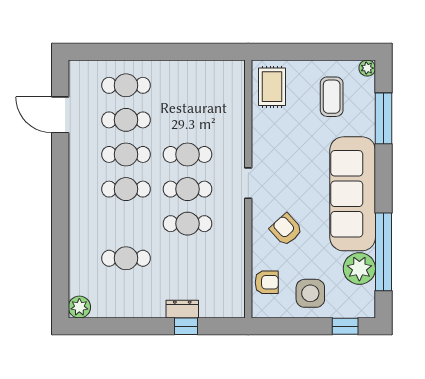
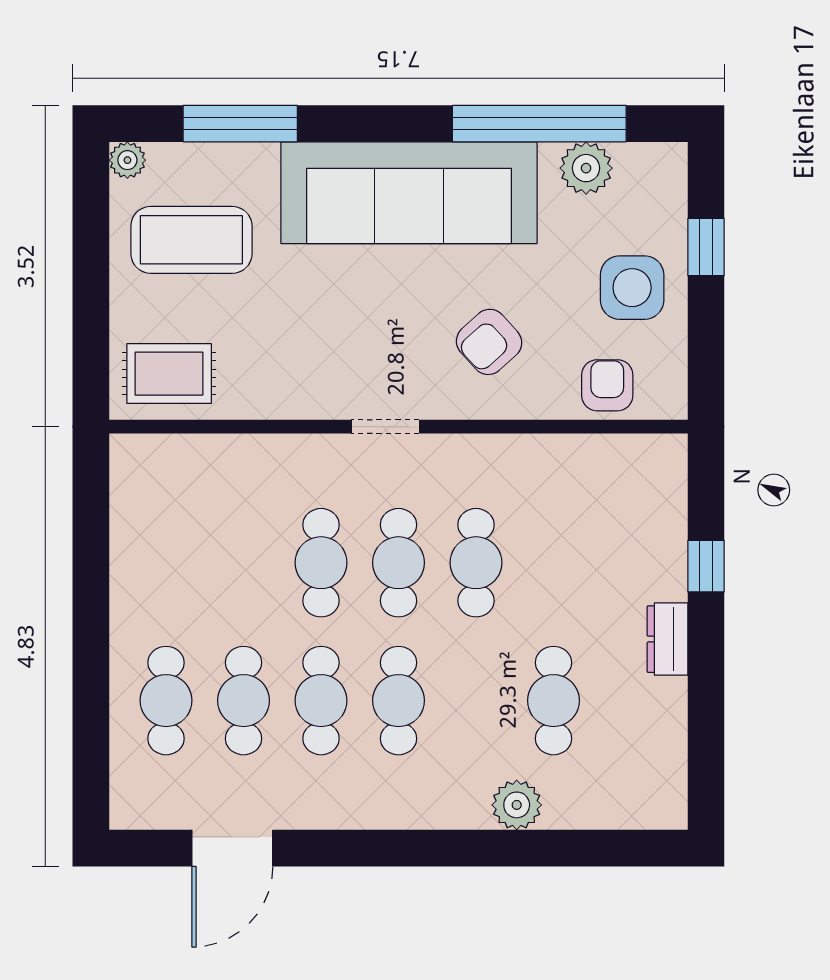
coffee table: (332, 97) -> (191, 240), width x1.36, depth x1.32
plant: (359, 269) -> (586, 168), width x0.73, depth x0.73
plant: (79, 307) -> (517, 805), moved
dresser: (182, 309) -> (667, 639), moved
window: (345, 326) -> (706, 247), moved

